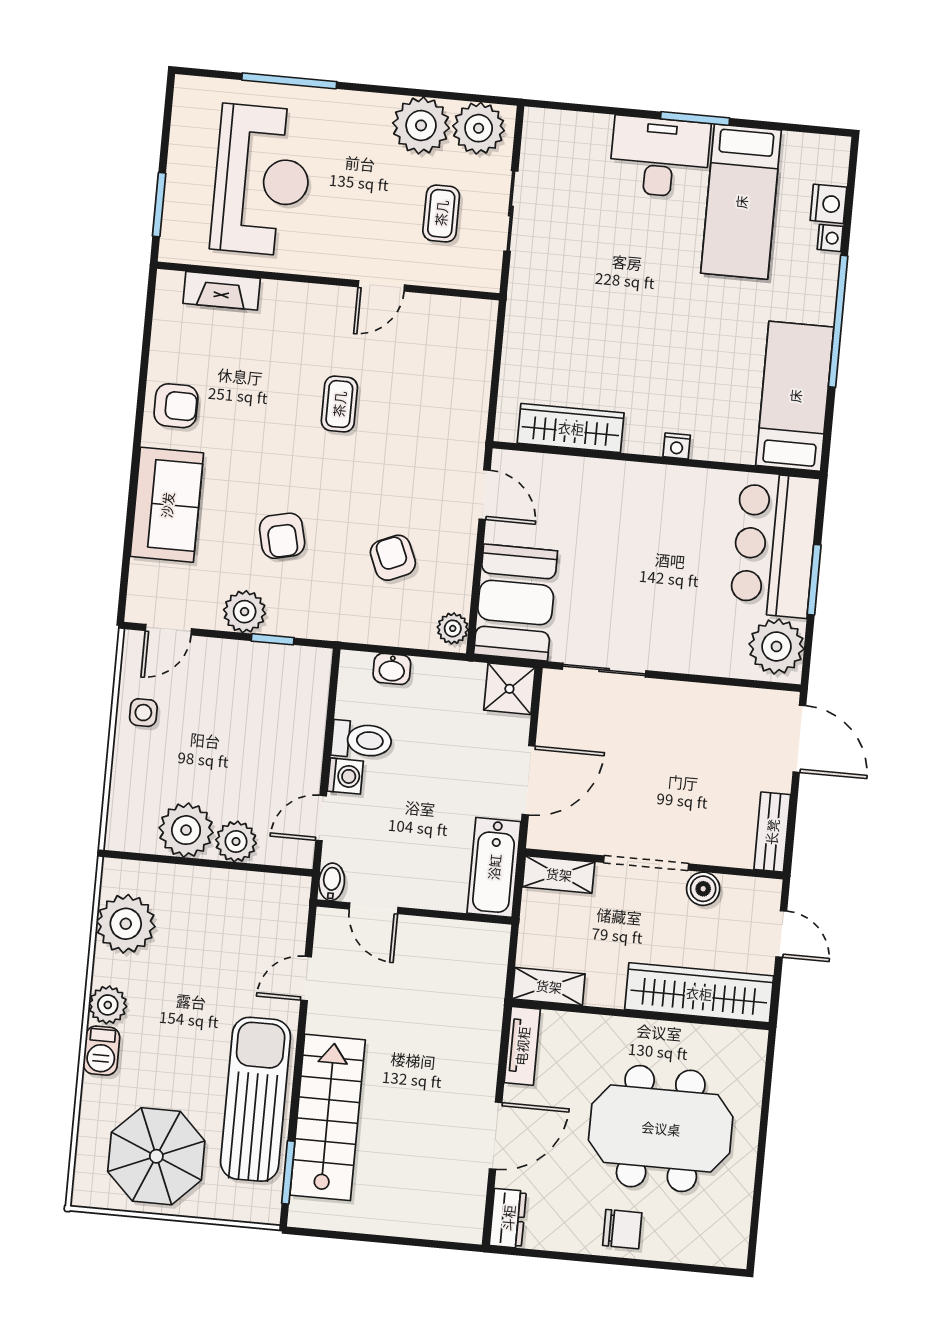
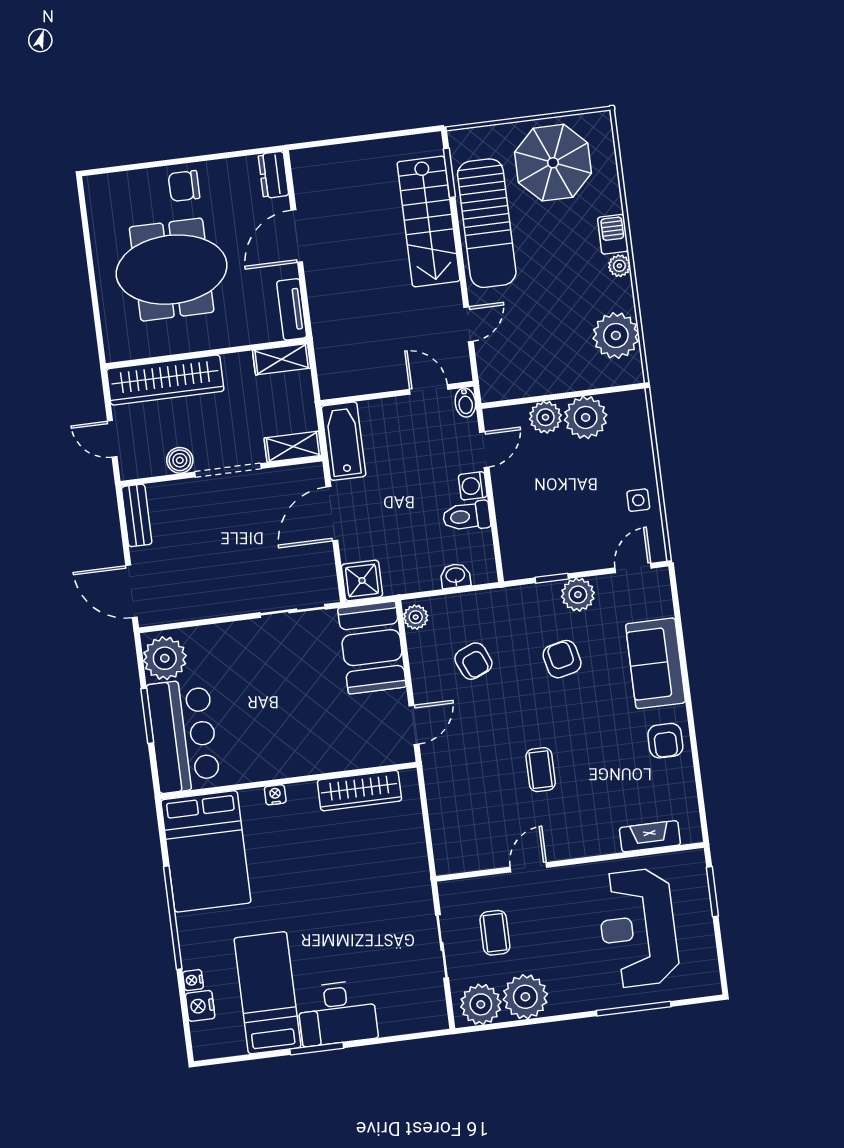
bed: (795, 396) -> (206, 851), width x1.50
armchair: (176, 406) -> (665, 741), turned -90
door: (485, 495) -> (414, 725), swing flipped
plant: (108, 1005) -> (619, 266), width x0.73, depth x0.73

